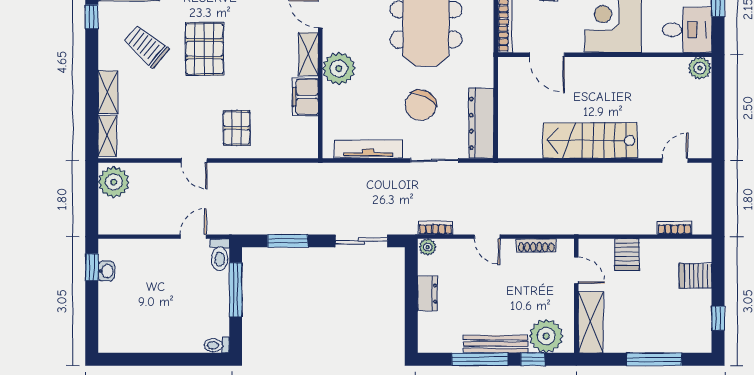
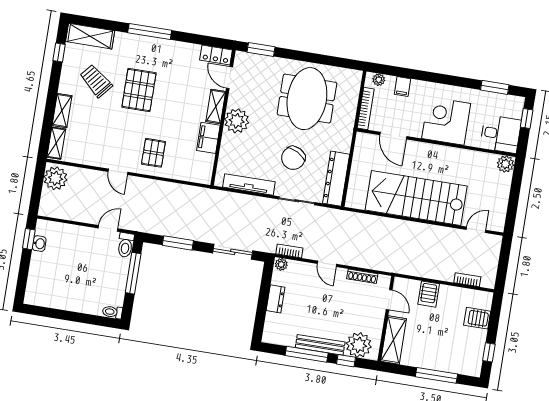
stairs: (590, 141) -> (416, 198), width x1.36, depth x1.51

